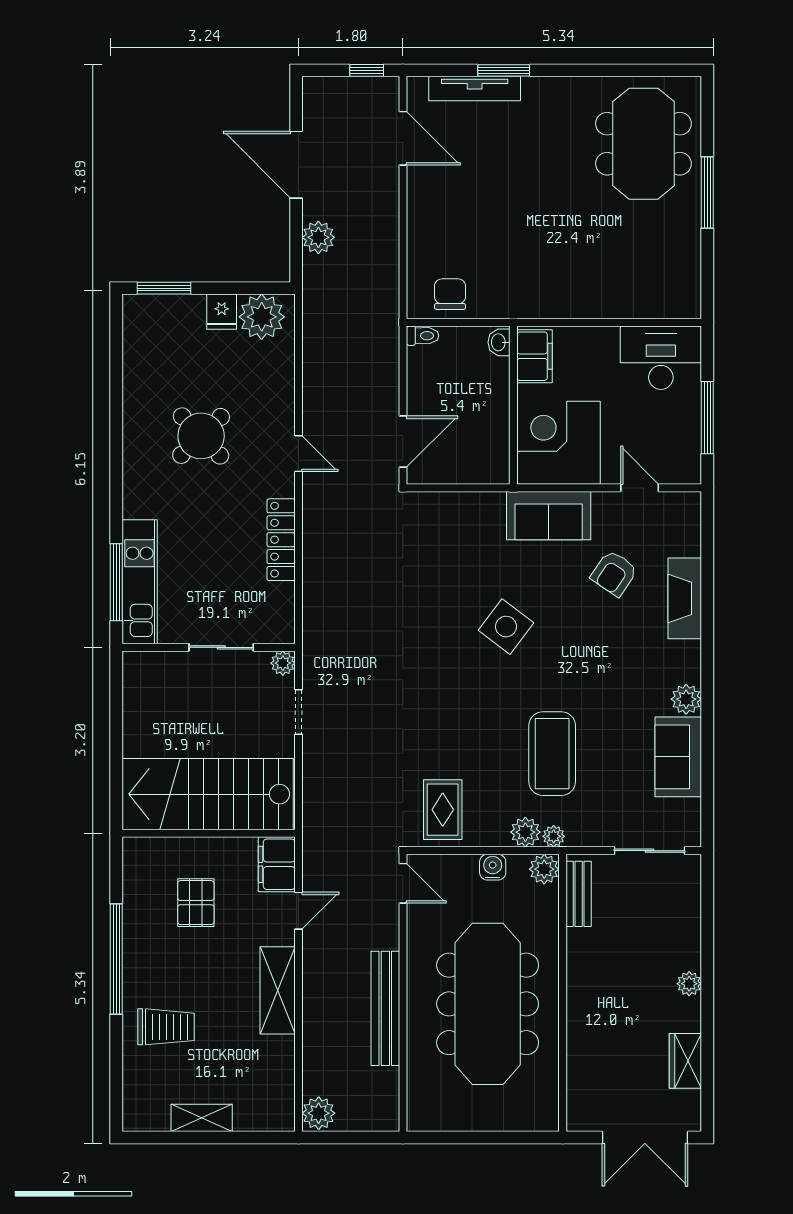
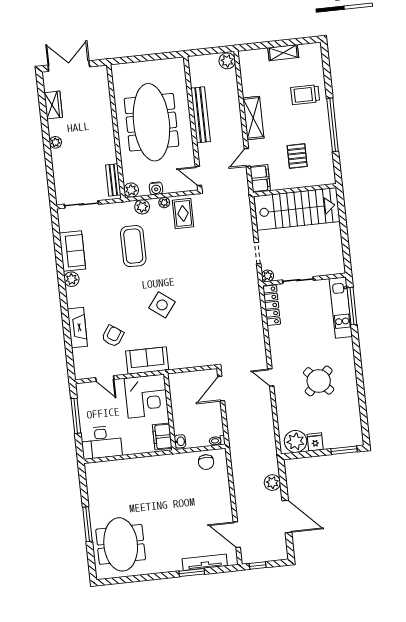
locker: (281, 540) -> (272, 305), moved
plant: (554, 836) -> (164, 203), moved

